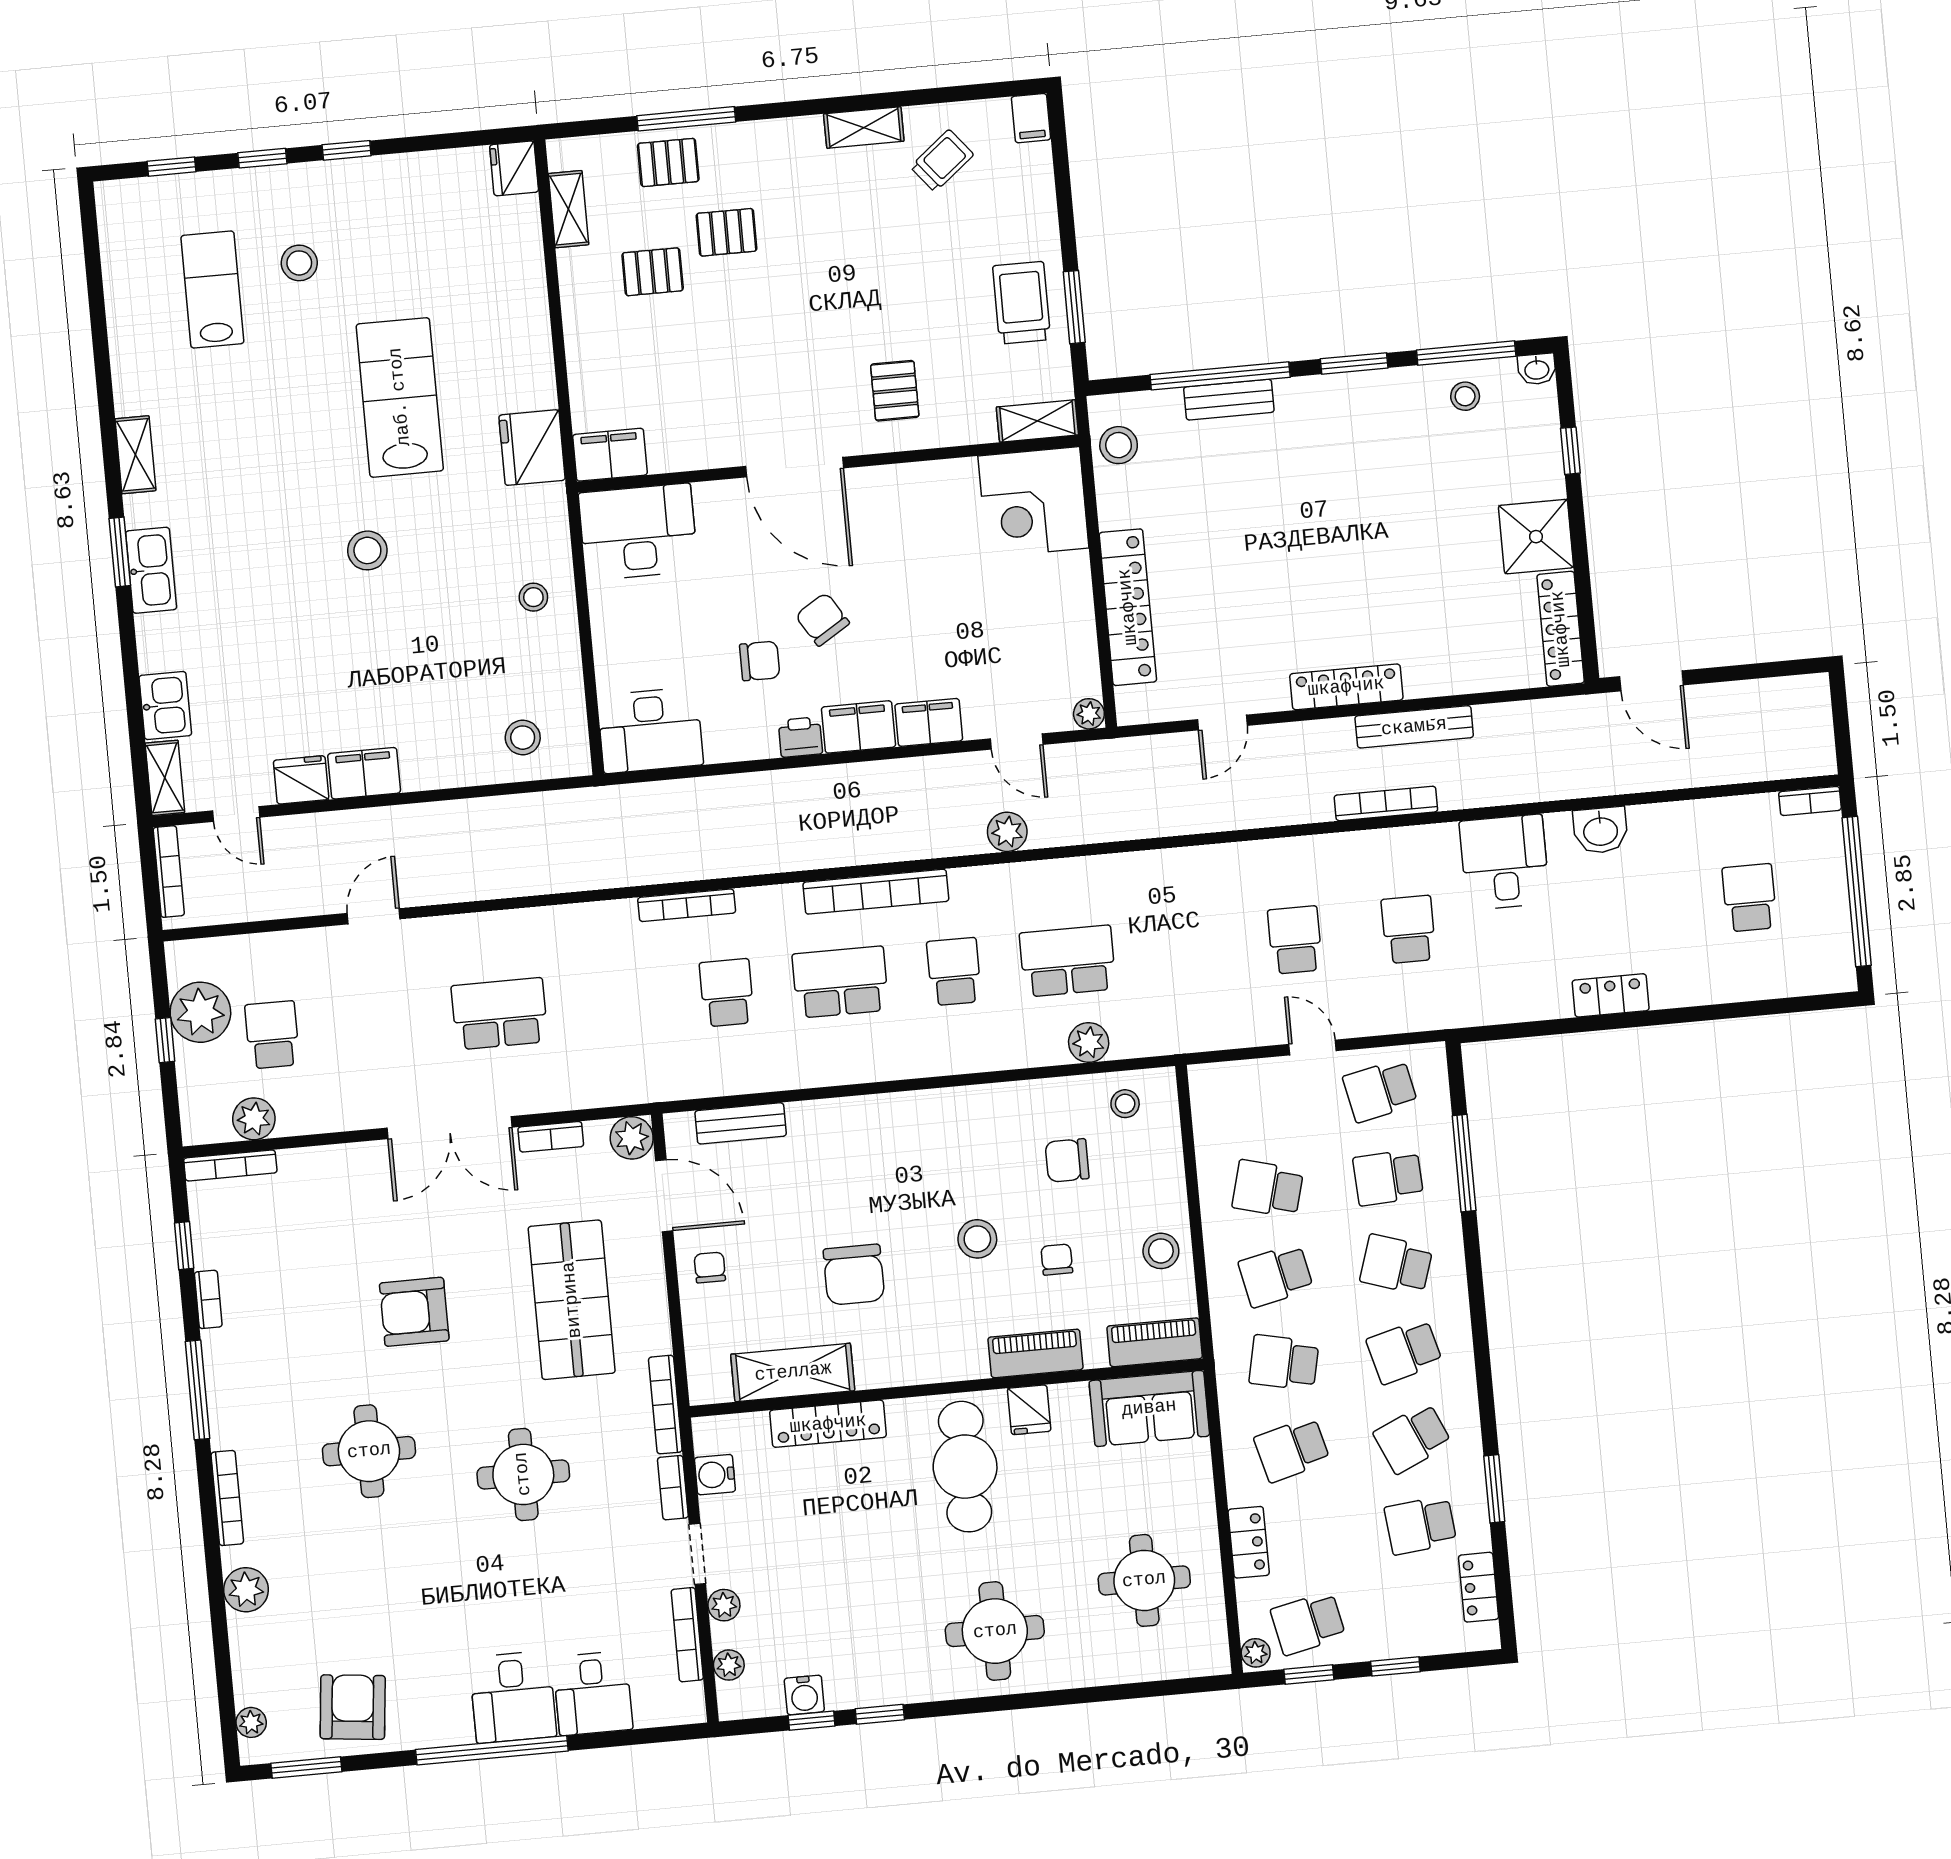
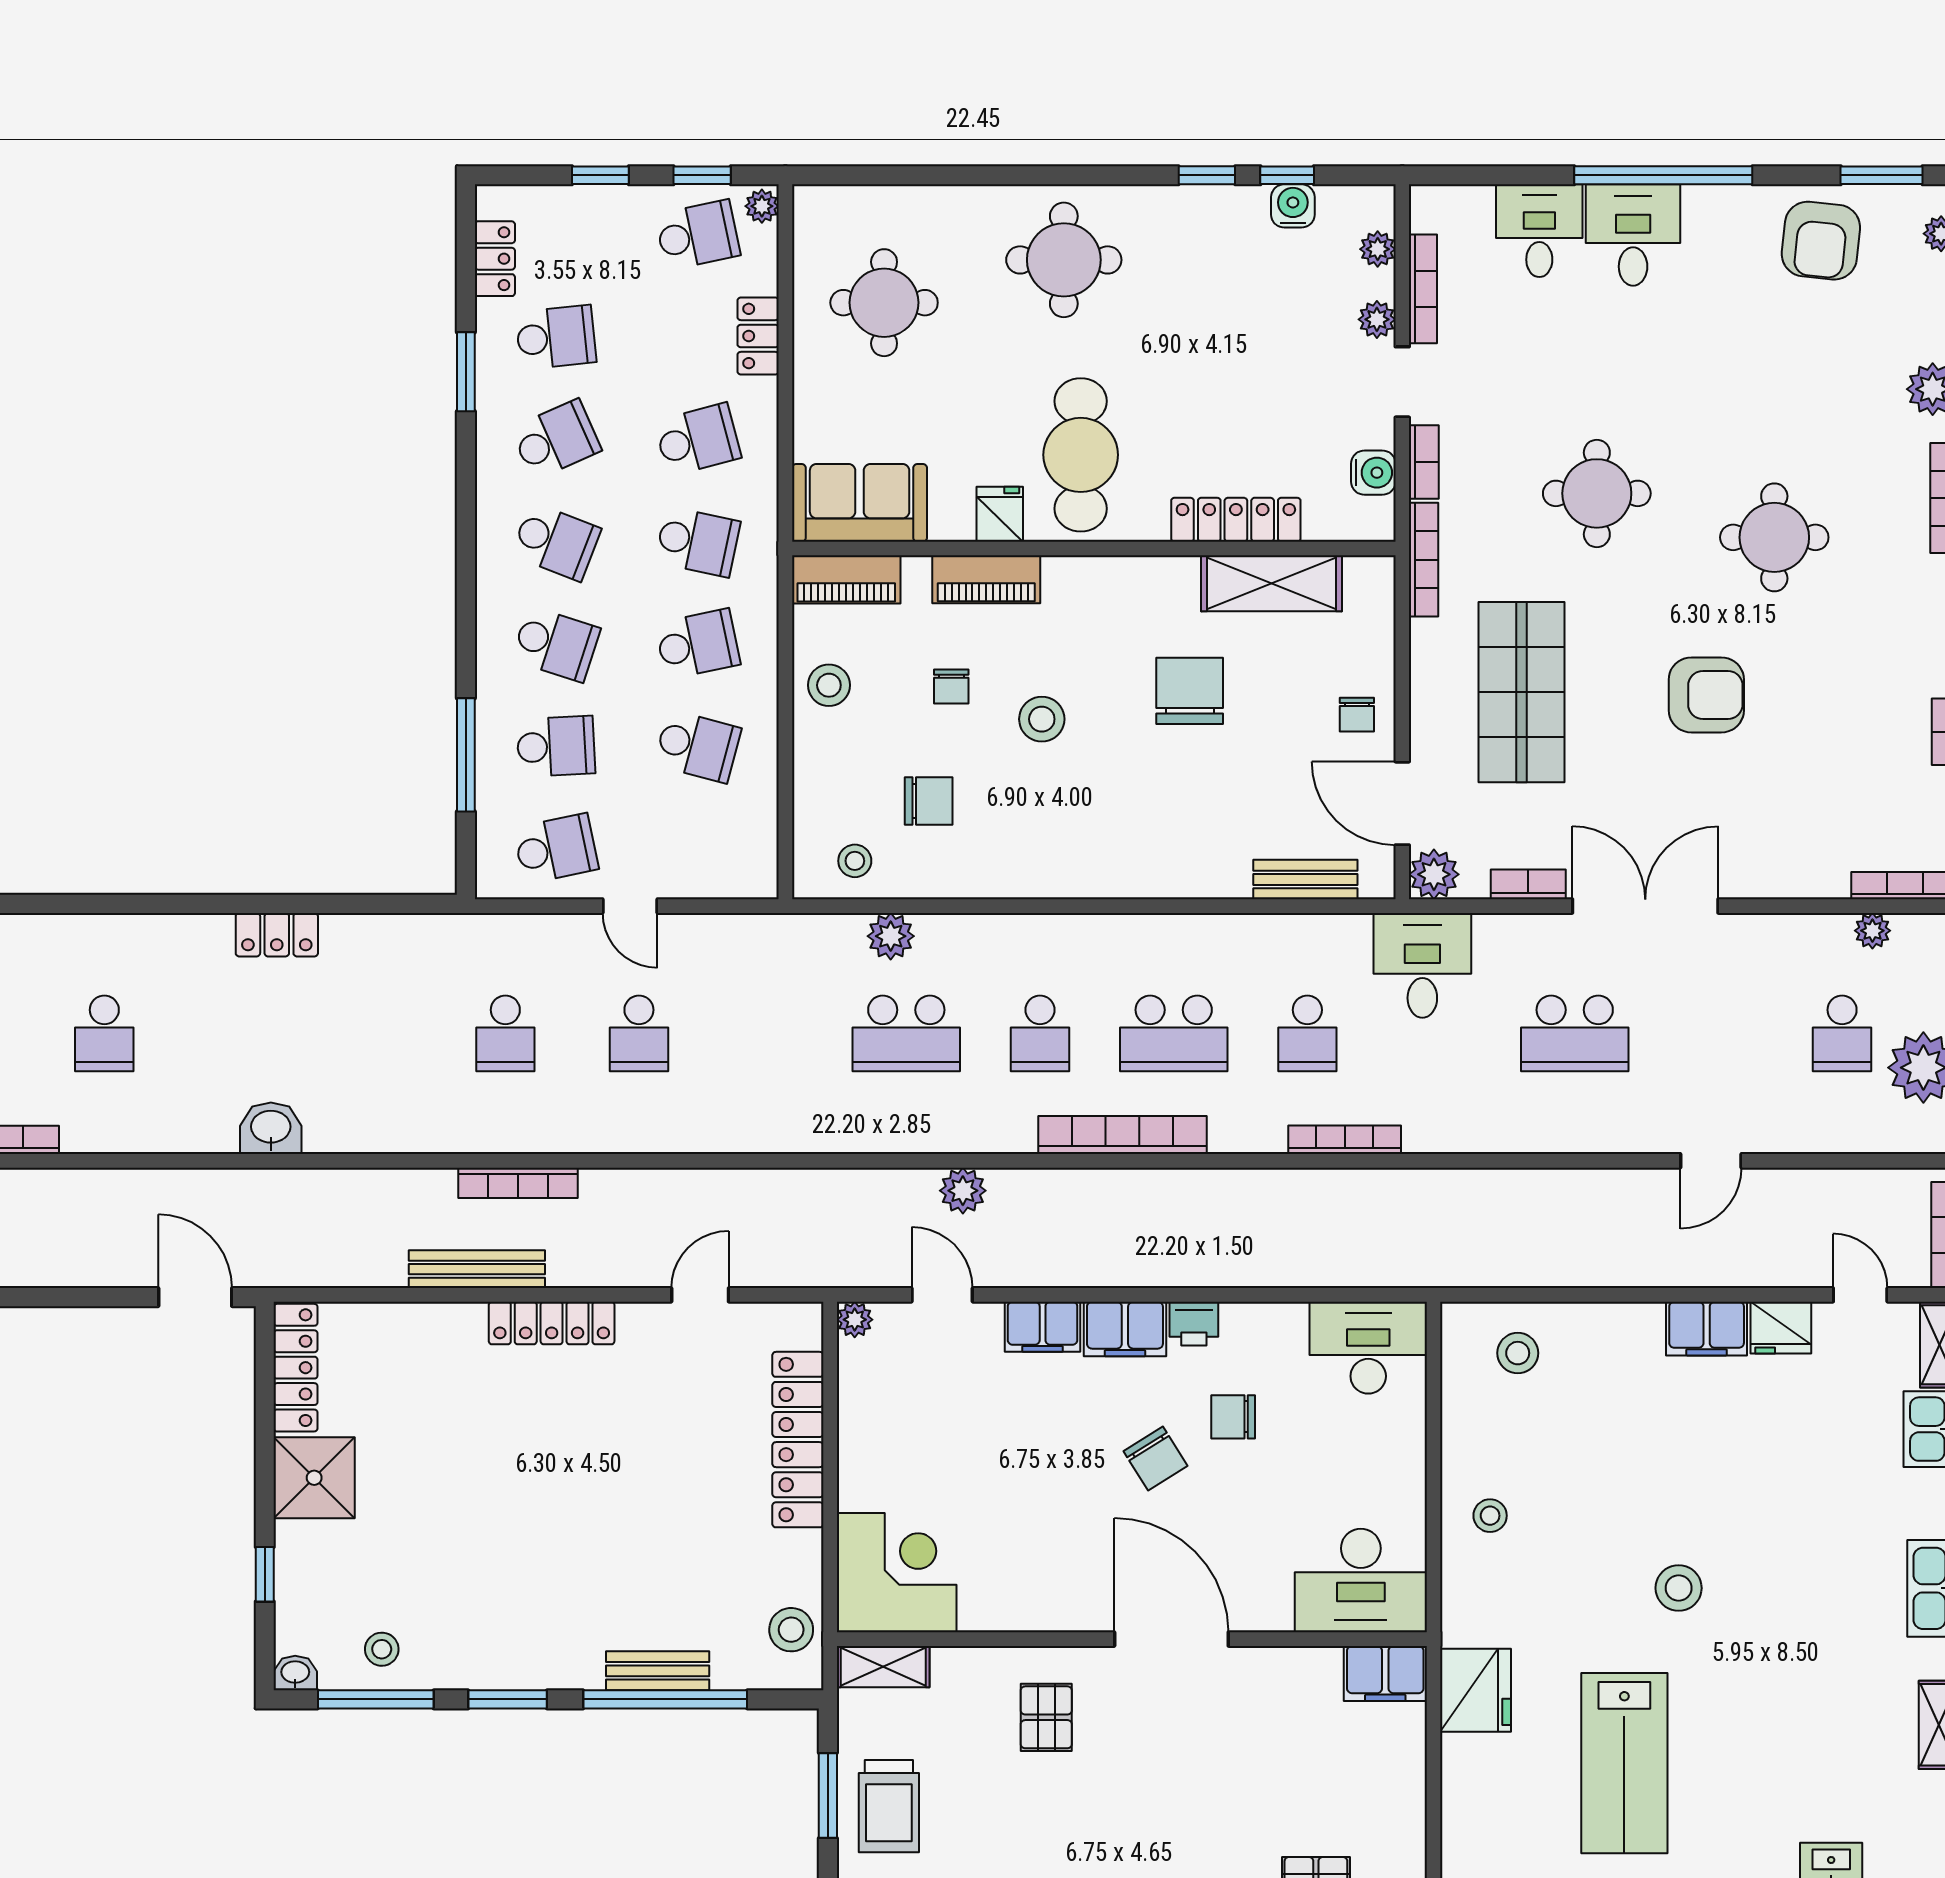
desk: (1504, 862) -> (1422, 965), moved, turned 180
plant: (254, 1119) -> (1872, 931), width x0.73, depth x0.73
school desk: (1404, 1351) -> (556, 542), turned 36

